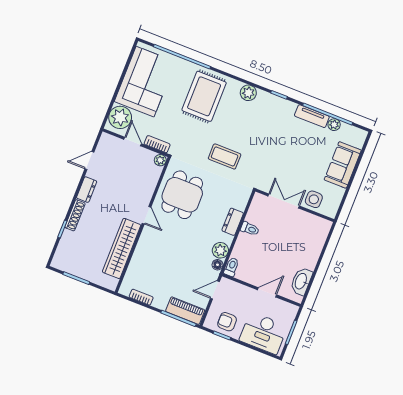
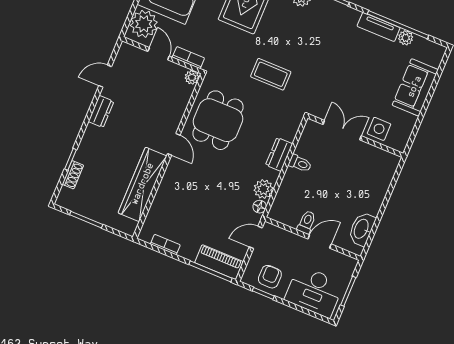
shoe rack: (75, 215) -> (73, 175), moved, width x0.70
toilet: (231, 267) -> (307, 222), moved
armchair: (227, 322) -> (270, 277), turned 90

